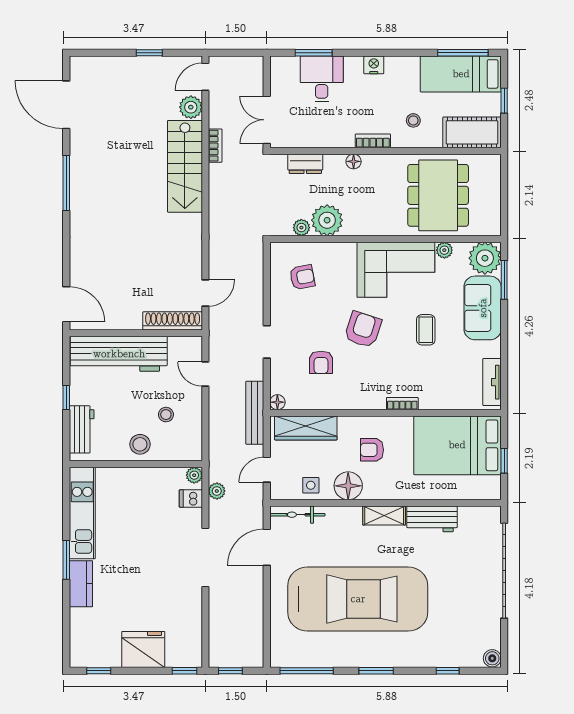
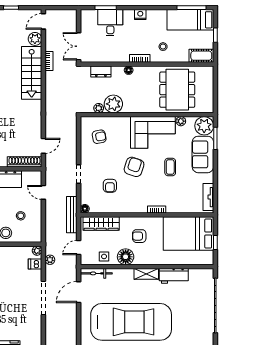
cot: (472, 132) -> (201, 56), width x0.73, depth x0.75

